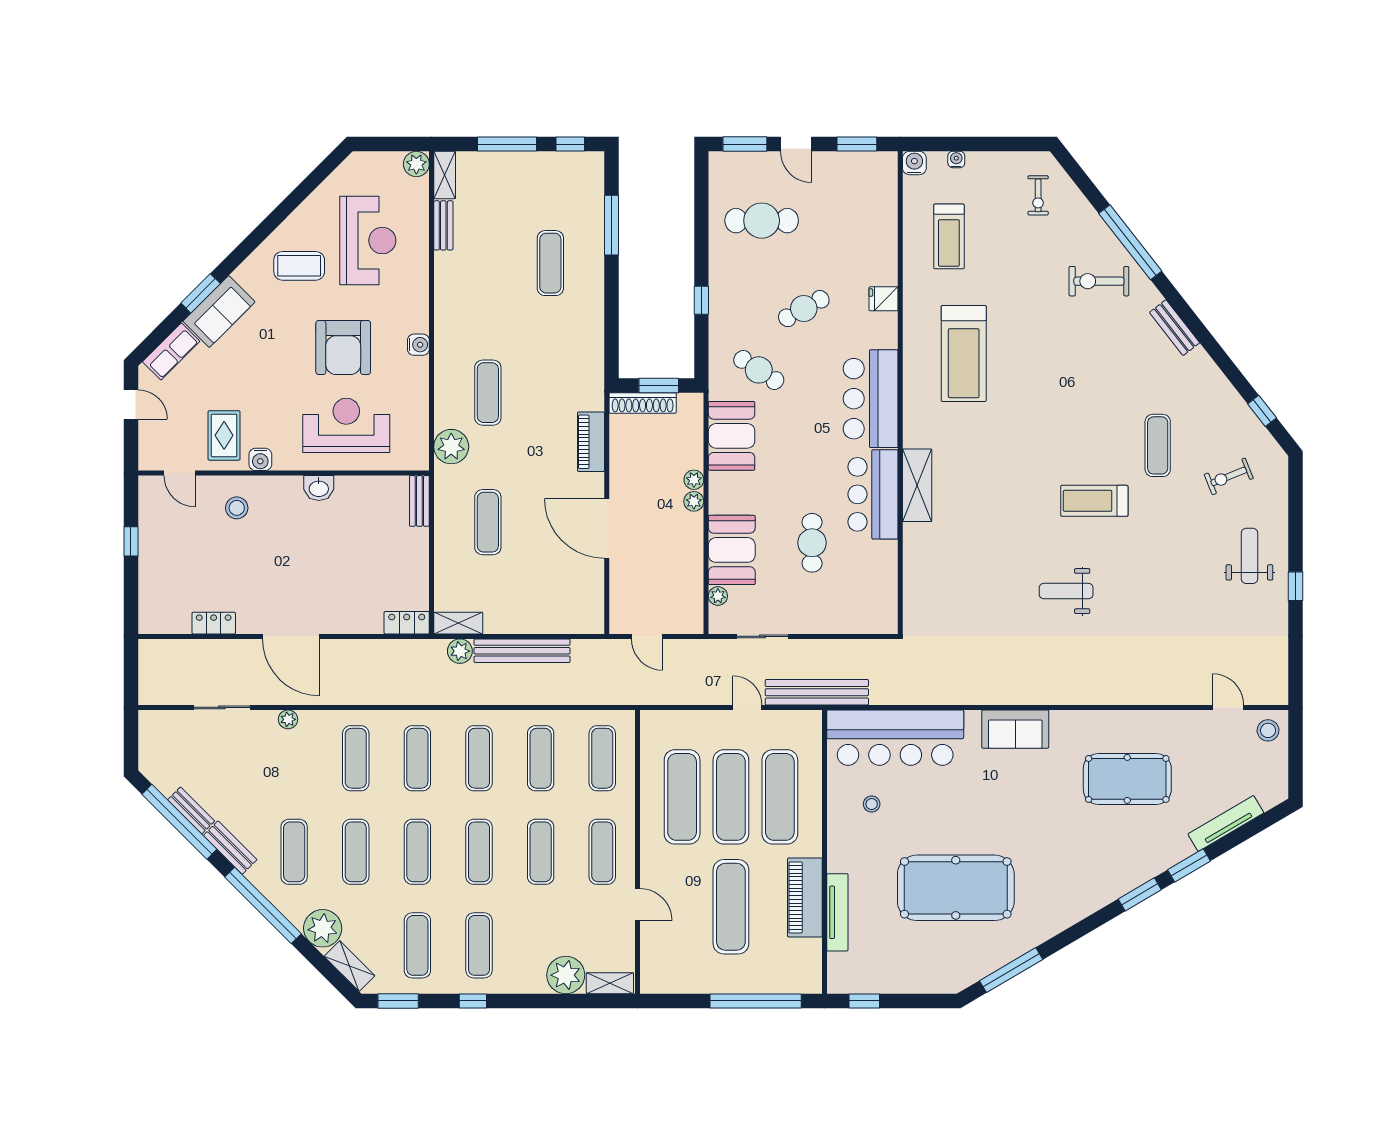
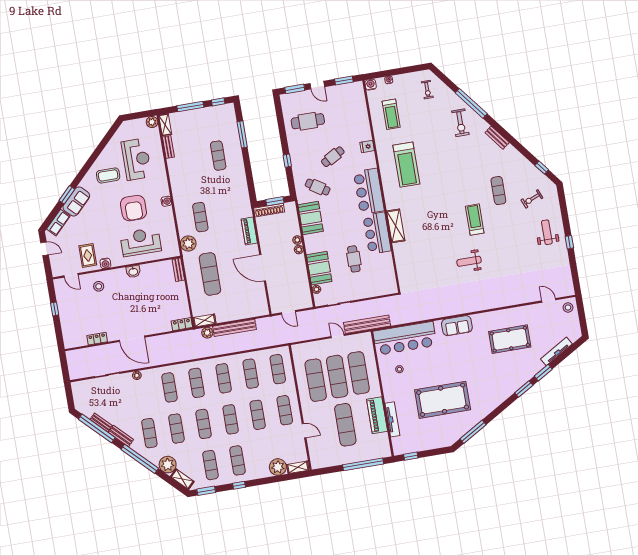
exercise bike: (1099, 281) -> (460, 123), turned -90
treadmill: (1094, 501) -> (475, 220), turned 90
exercise mat: (488, 522) -> (210, 274), width x1.36, depth x1.45

